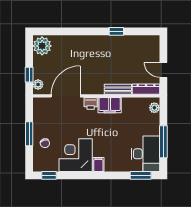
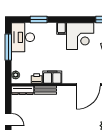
door: (163, 70) -> (8, 120), moved
printer: (91, 103) -> (37, 79), moved
window: (141, 175) -> (39, 20), moved

